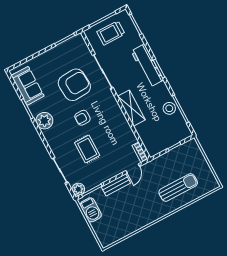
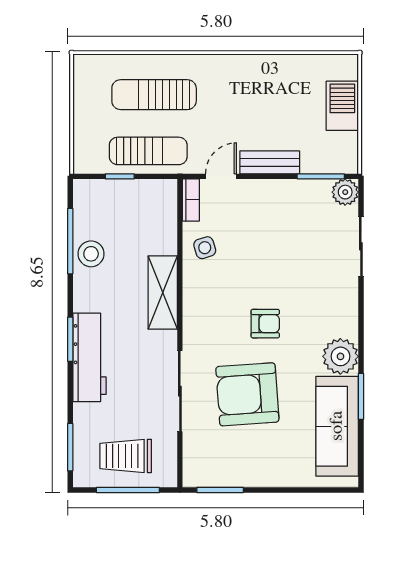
trolley: (111, 33) -> (126, 456), turned 180
sofa: (28, 86) -> (337, 426), width x1.36
side table: (124, 136) -> (205, 248), added
rug: (87, 149) -> (288, 259), removed
sun lounger: (168, 163) -> (148, 151), added
barbecue: (91, 210) -> (342, 106), moved

